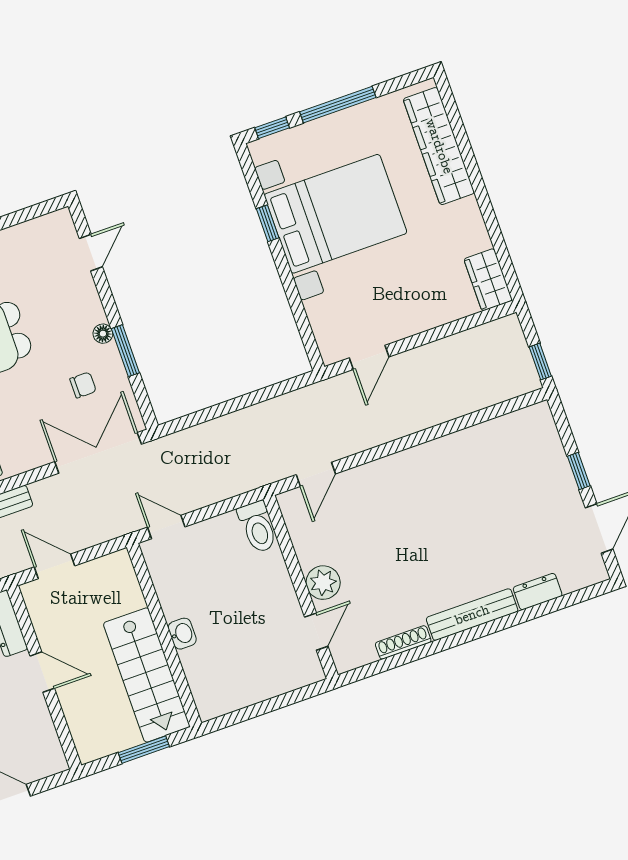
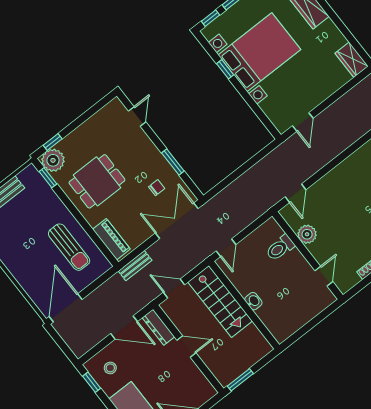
floor lamp: (103, 334) -> (158, 157), removed
door: (166, 527) -> (226, 248), swing flipped
toilet: (258, 527) -> (280, 248), moved, turned 90
plant: (323, 583) -> (307, 234), moved
stairs: (147, 675) -> (220, 301), moved
window: (144, 750) -> (240, 380), moved

